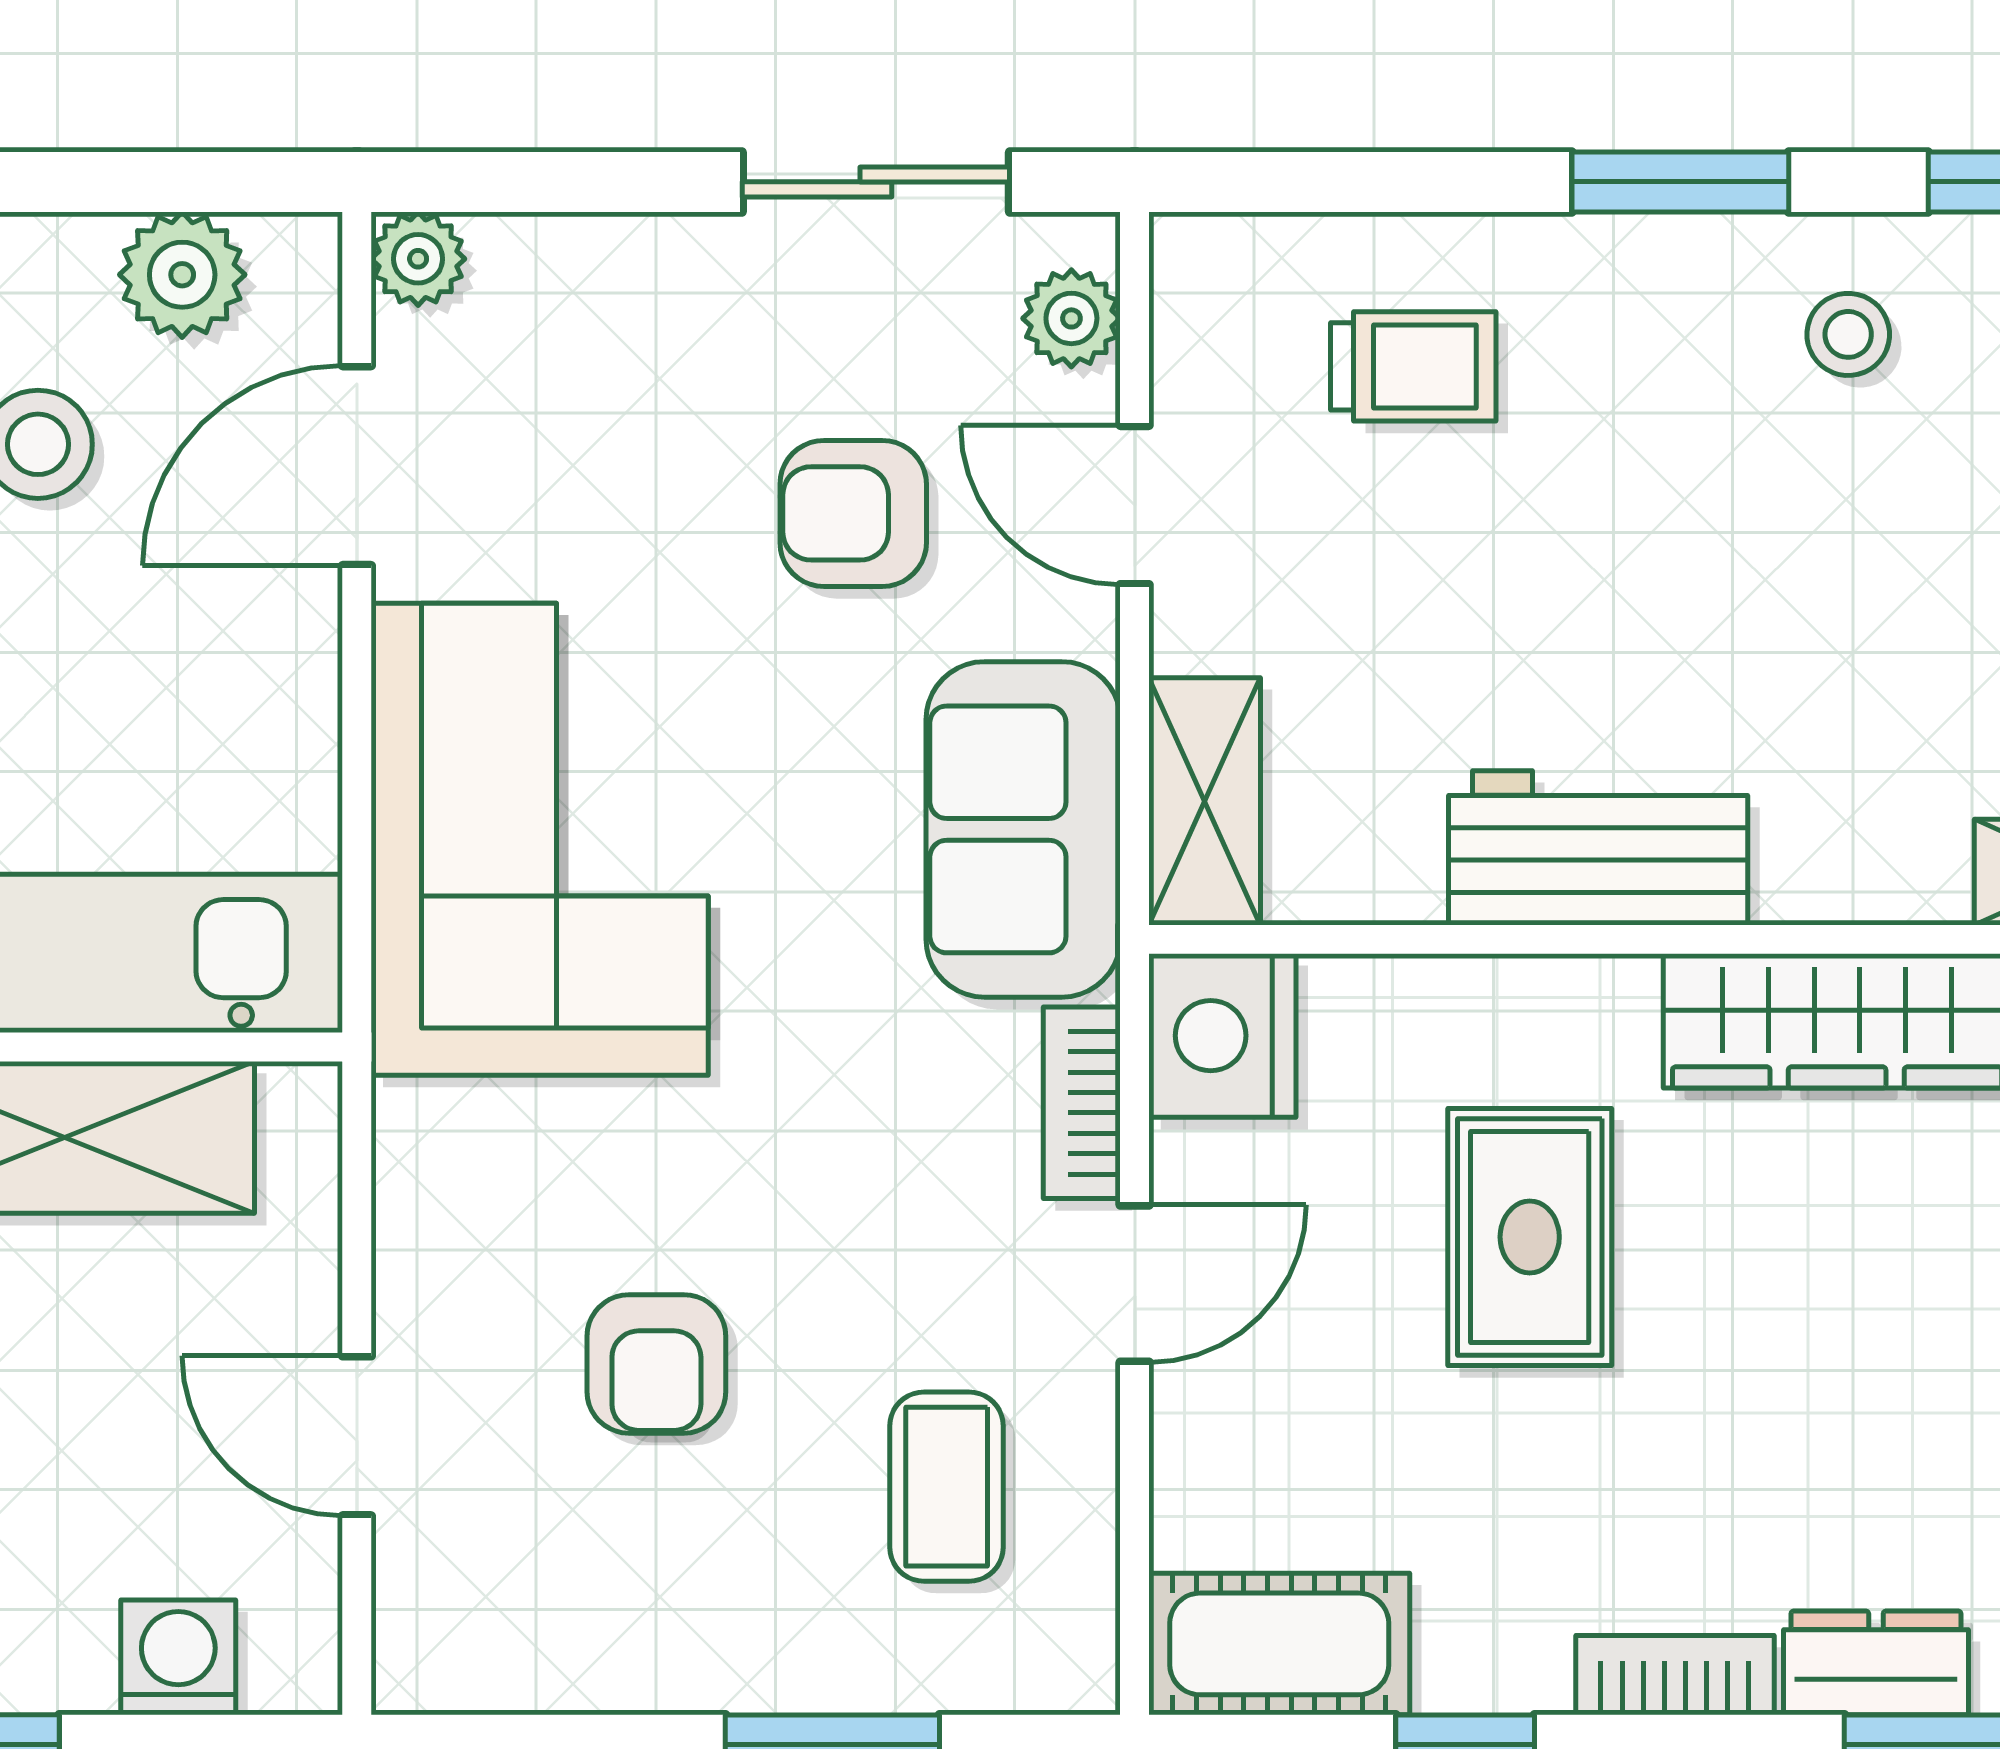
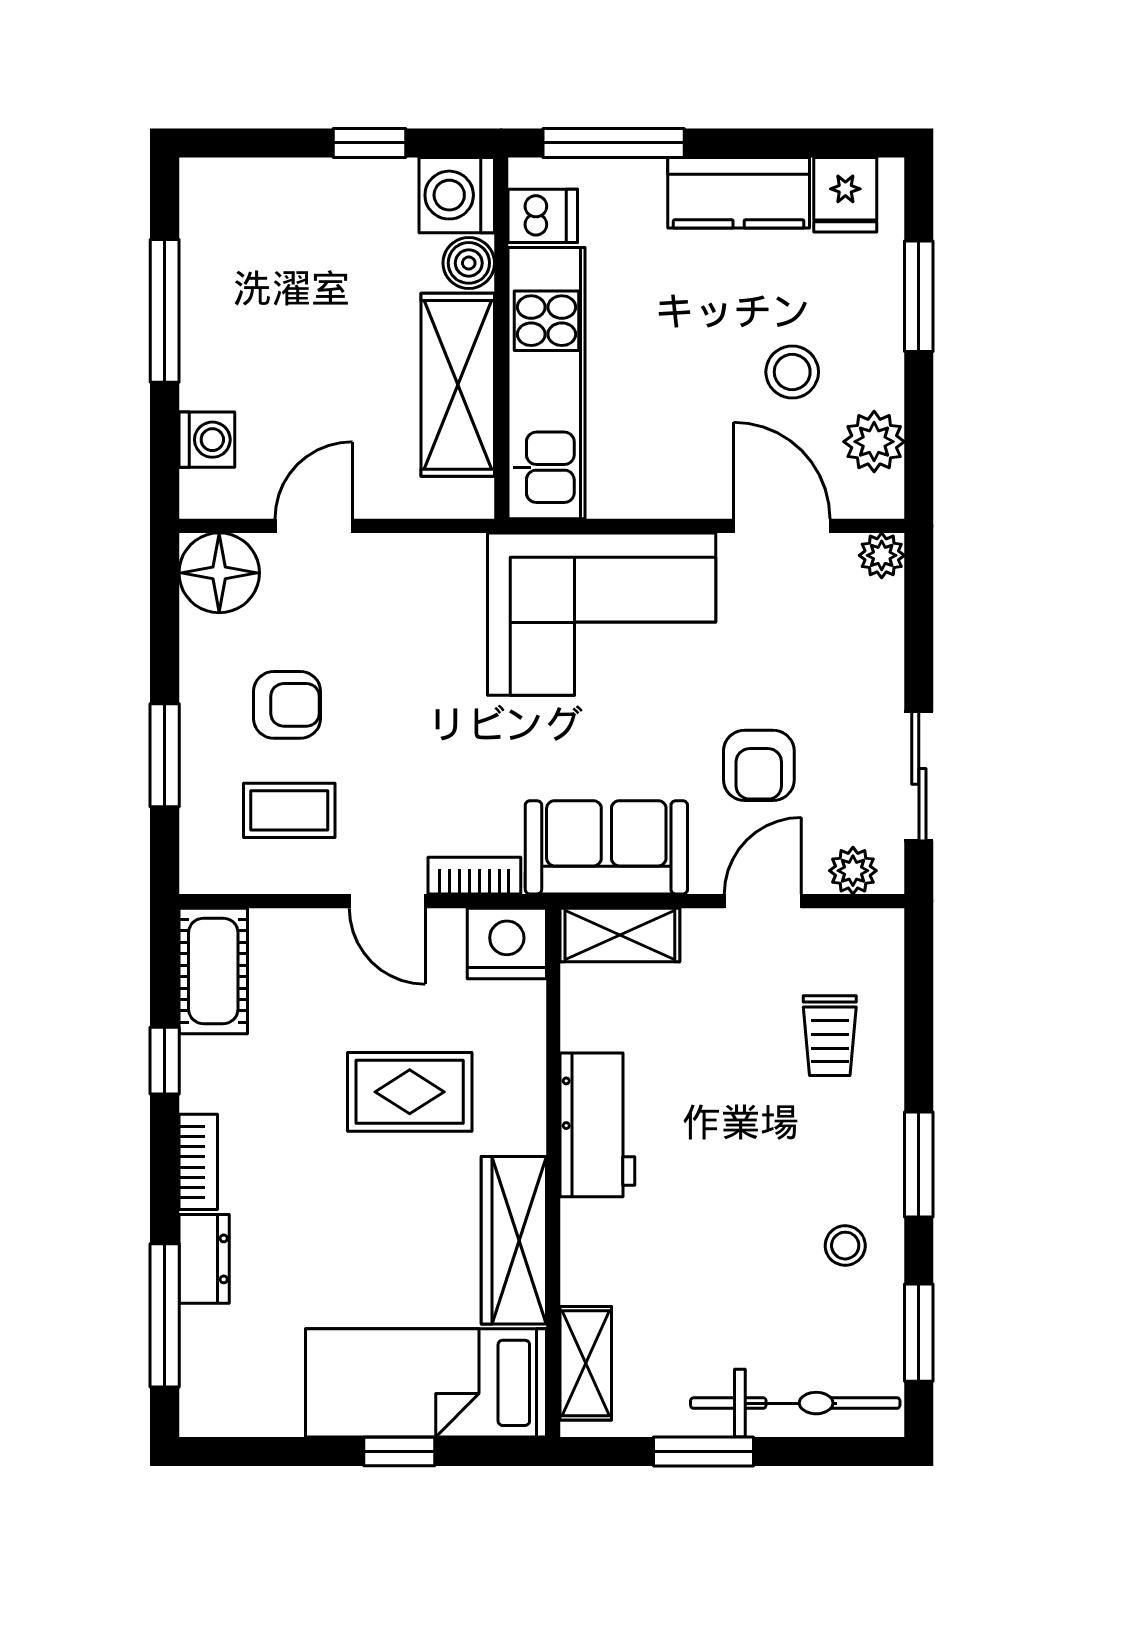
armchair: (853, 513) -> (759, 765), turned 180
armchair: (656, 1364) -> (287, 705), moved, turned 180
floor lamp: (454, 1632) -> (219, 573), added

